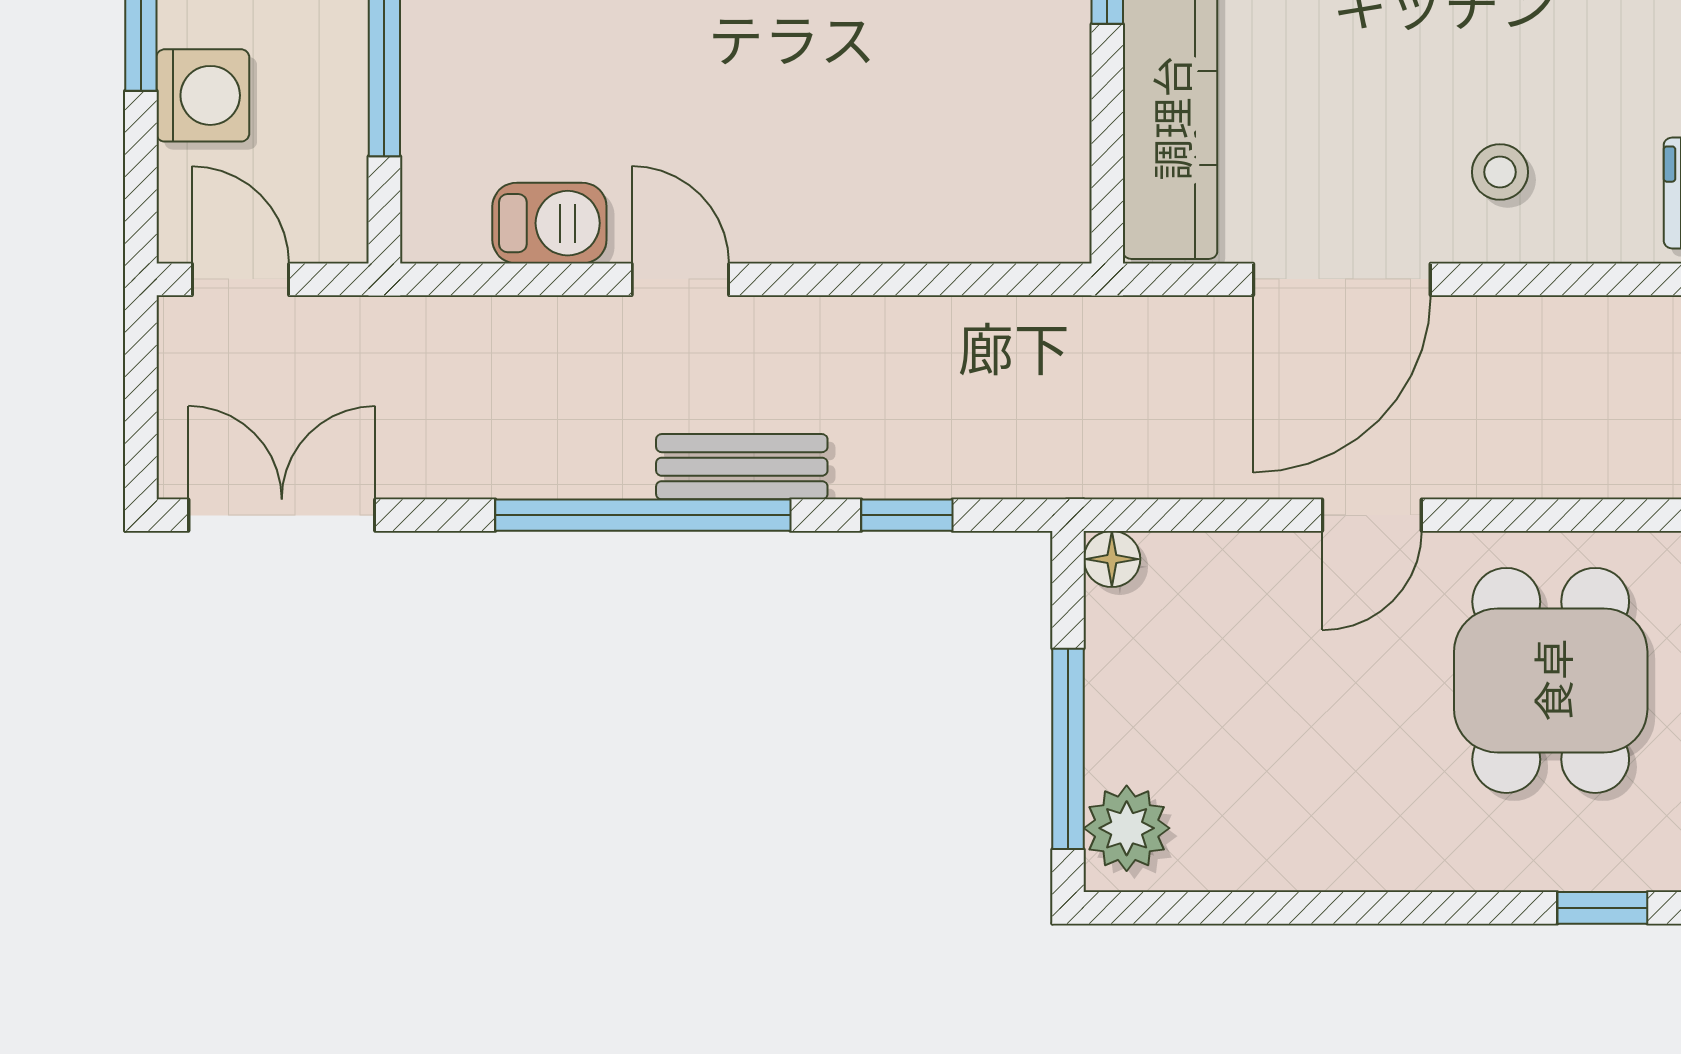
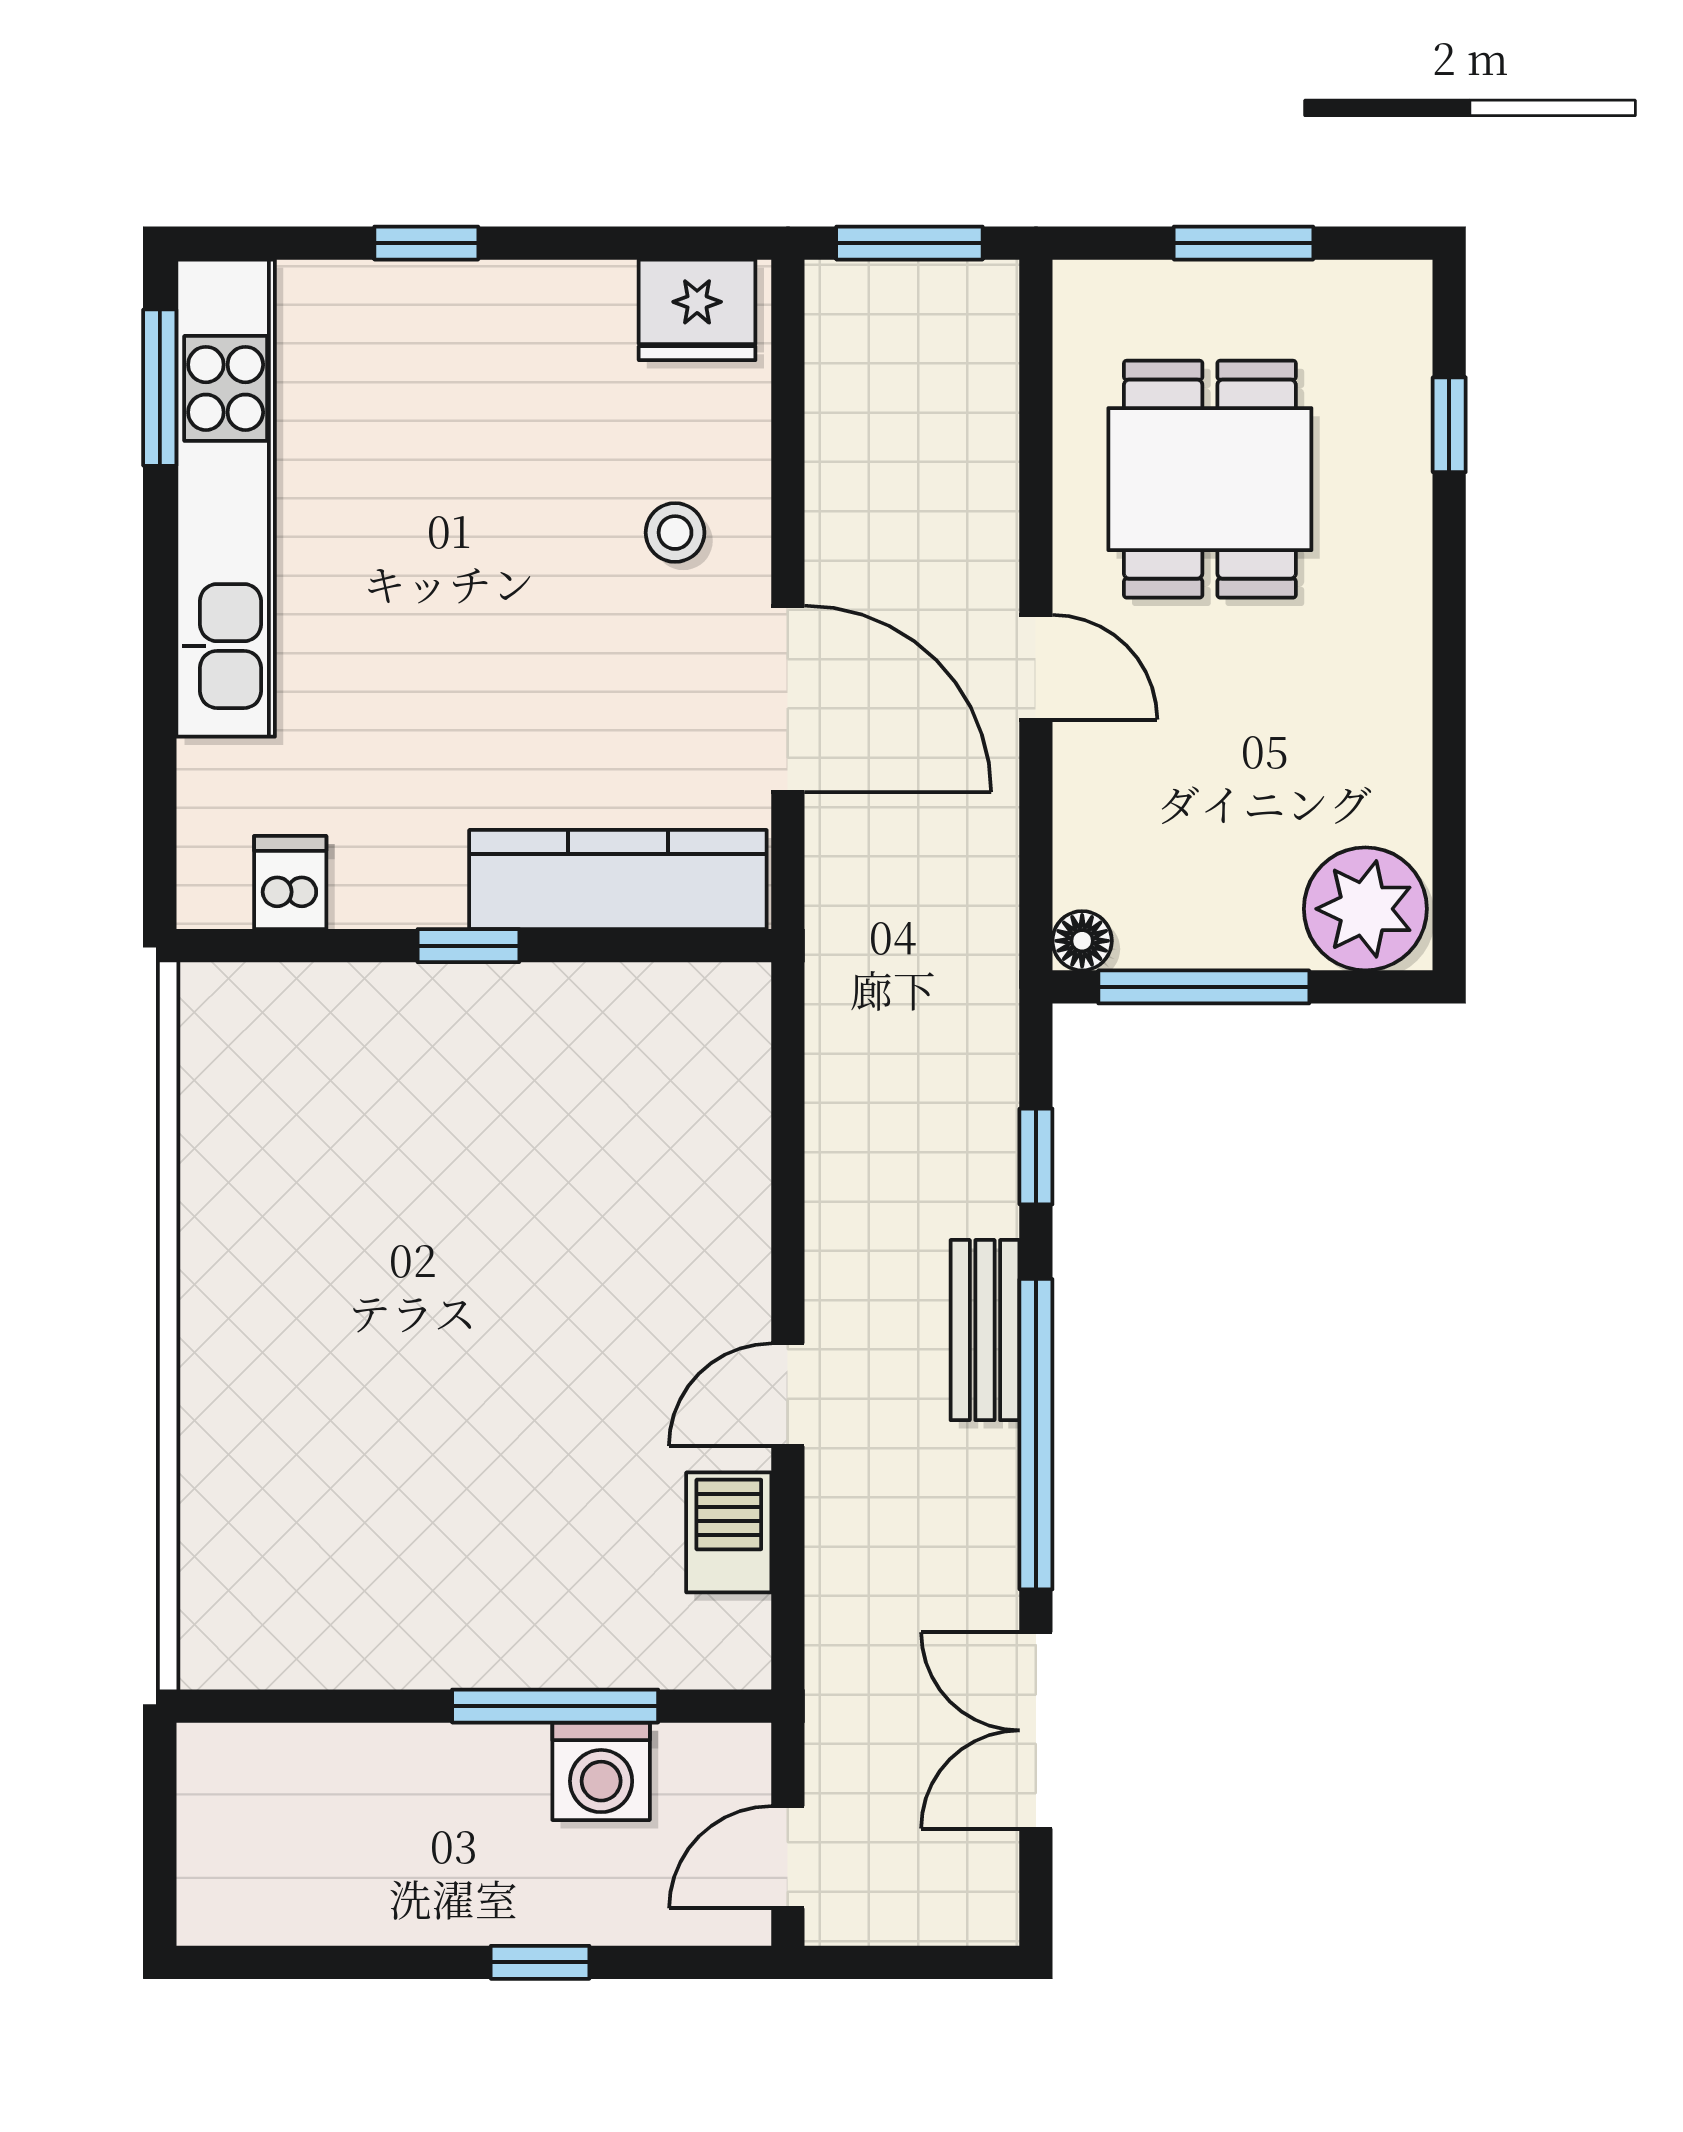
washing machine: (203, 95) -> (601, 1771), moved, turned 180
double door: (282, 515) -> (1036, 1730), moved
dining table: (1551, 680) -> (1210, 479), turned 90
window: (1068, 749) -> (1204, 987), moved
plant: (1127, 828) -> (1365, 909), width x1.36, depth x1.36

